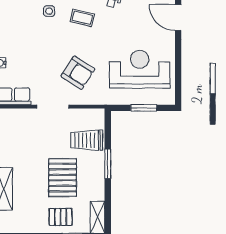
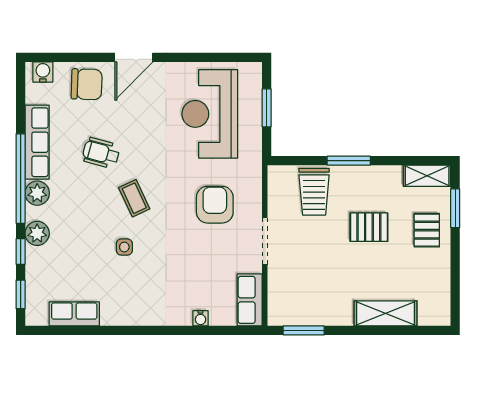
coffee table: (82, 18) -> (134, 198), turned -38
armchair: (78, 73) -> (215, 205), turned -33
pallet: (63, 178) -> (369, 227), width x0.67, depth x0.71

